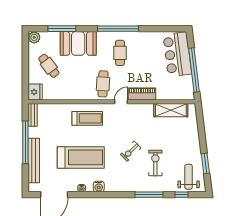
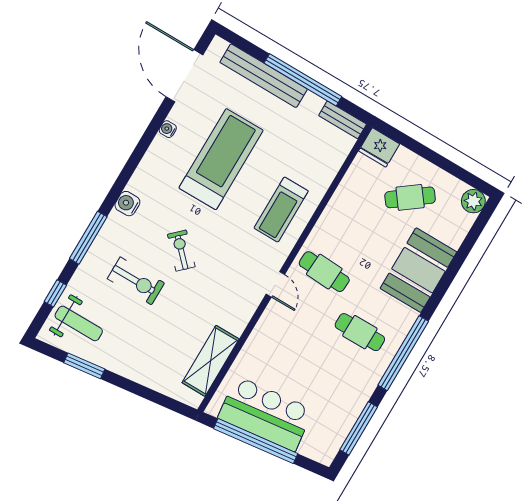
window: (62, 29) -> (359, 428), moved
bar counter: (177, 54) -> (266, 414), moved
piano: (142, 94) -> (267, 328), removed
treadmill: (81, 157) -> (221, 159), turned 180
water cooler: (99, 187) -> (127, 204), moved

